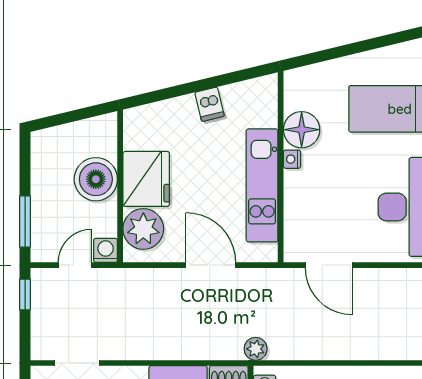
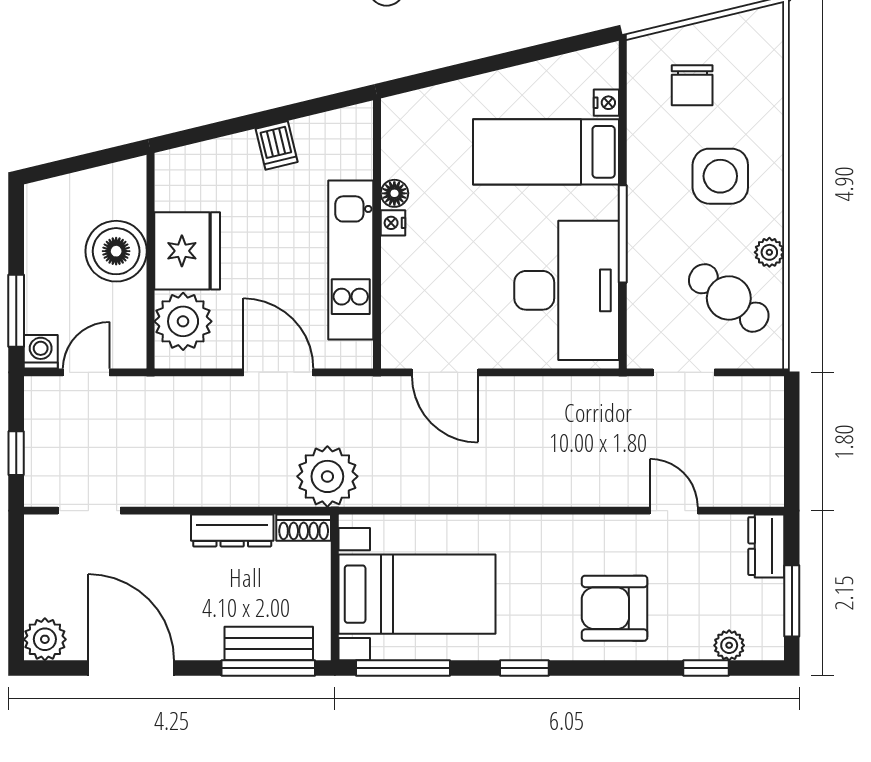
floor lamp: (302, 130) -> (394, 193), width x0.53, depth x0.53
washing machine: (106, 250) -> (41, 352), moved
window: (25, 294) -> (16, 453), moved
plant: (256, 349) -> (327, 476), width x1.87, depth x1.87

